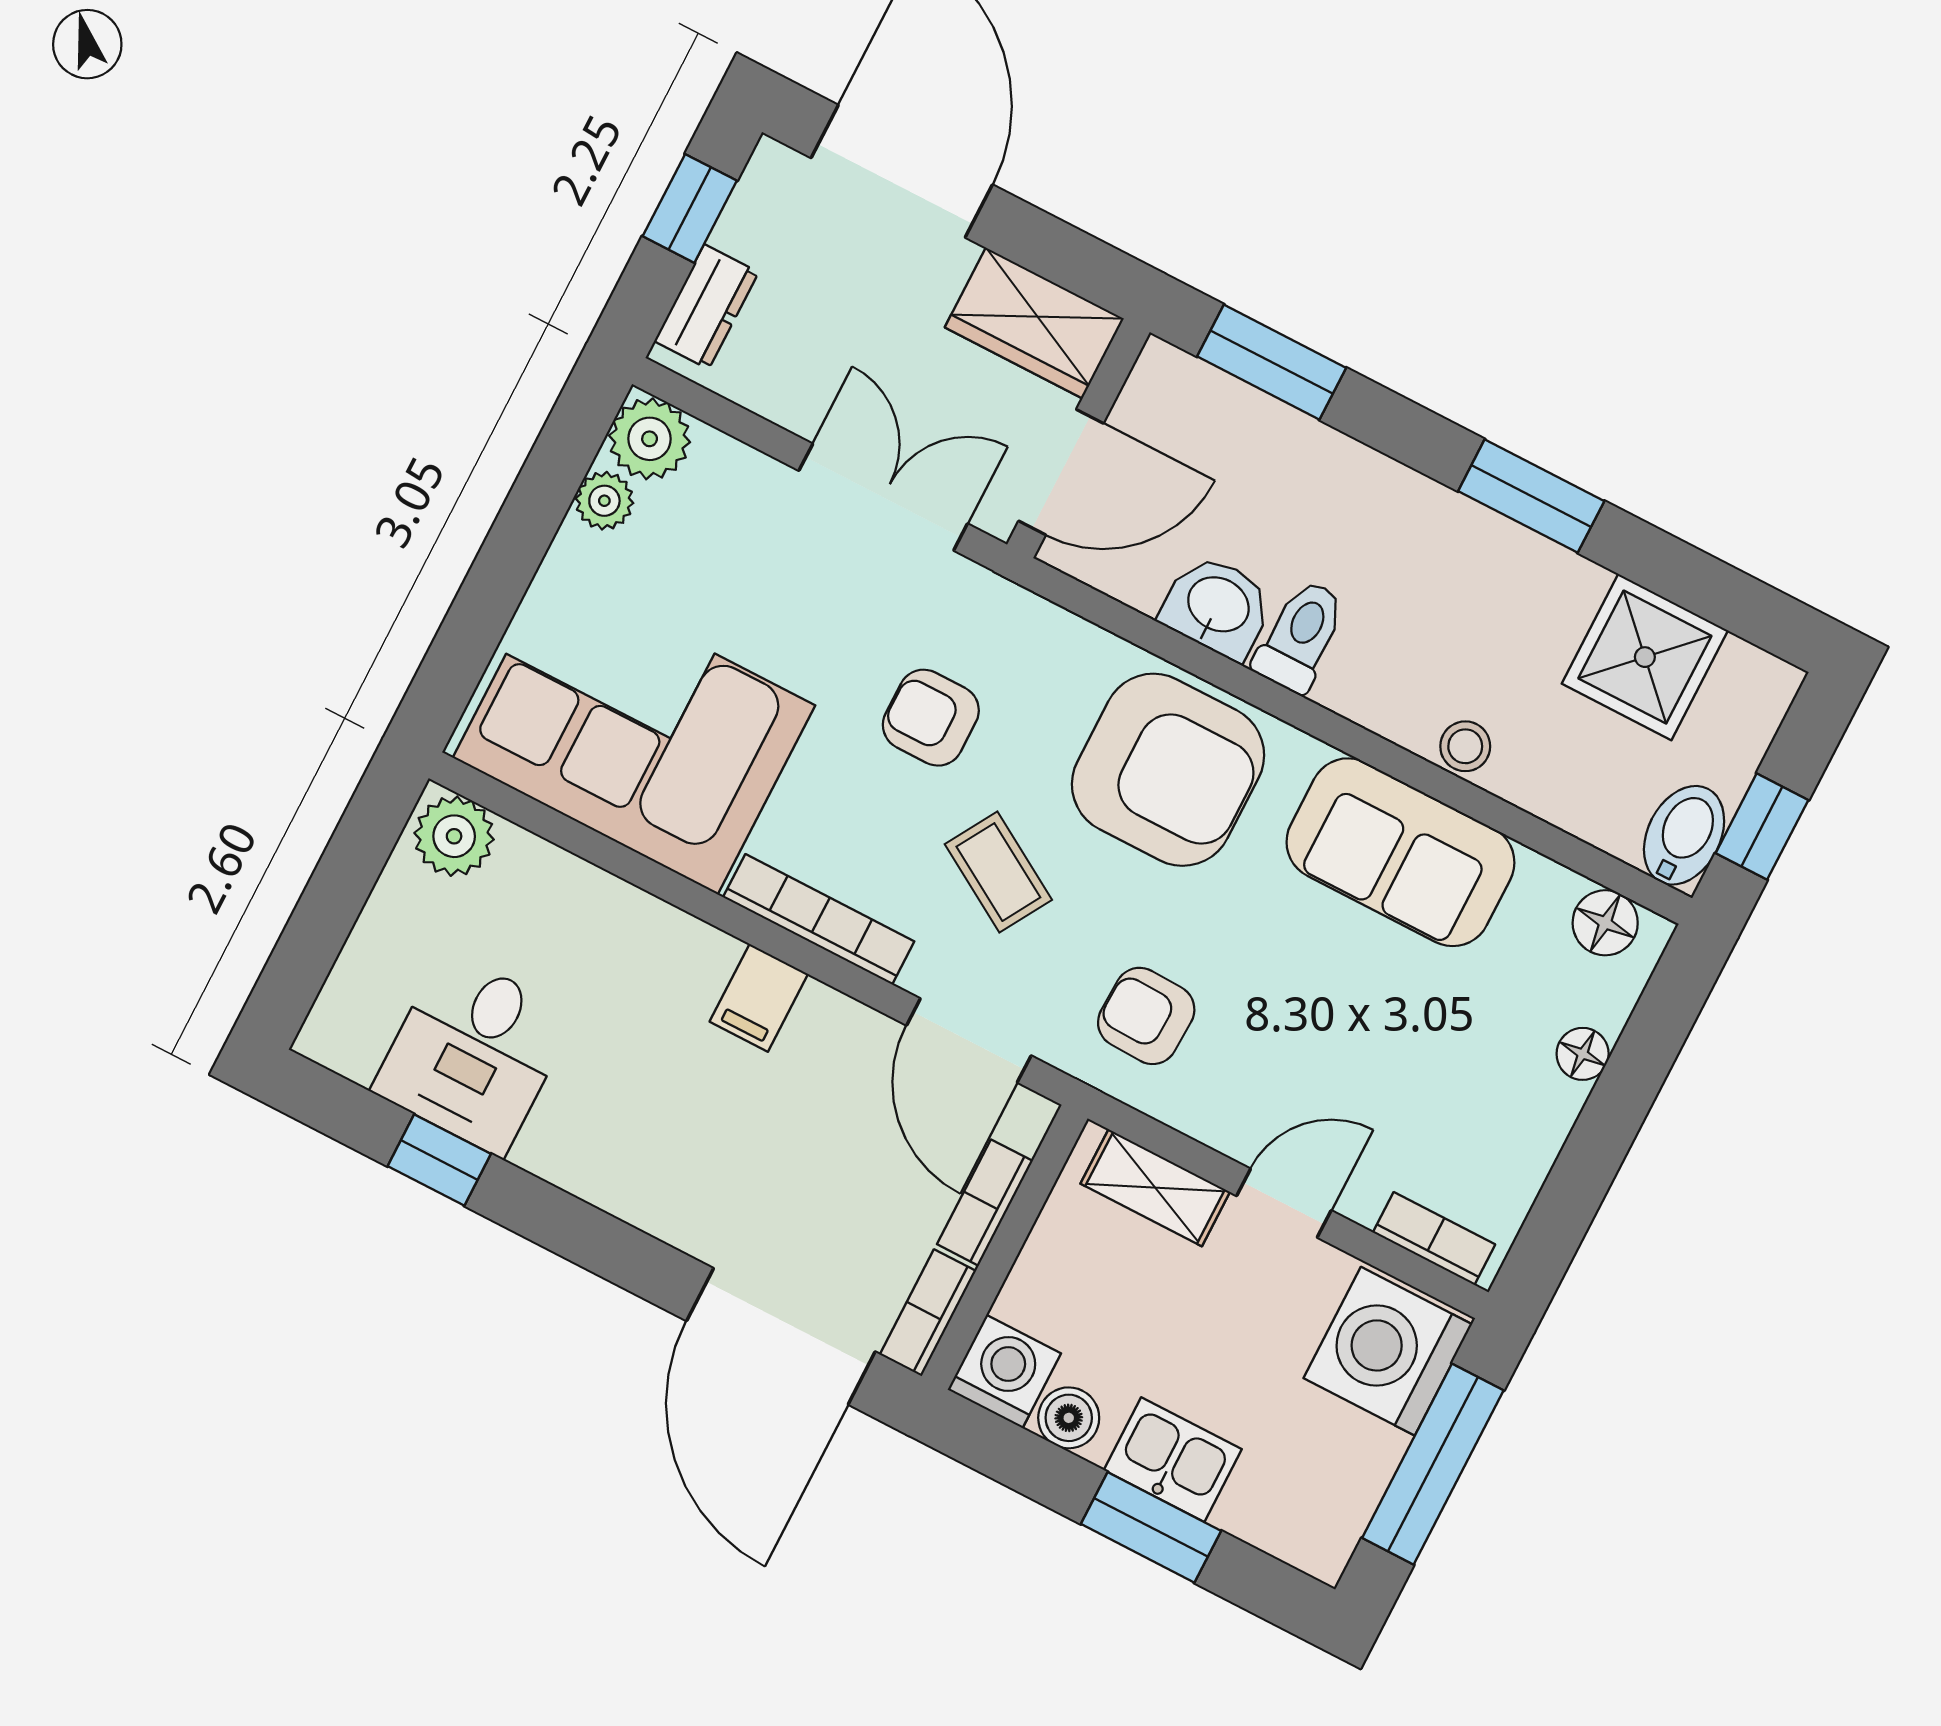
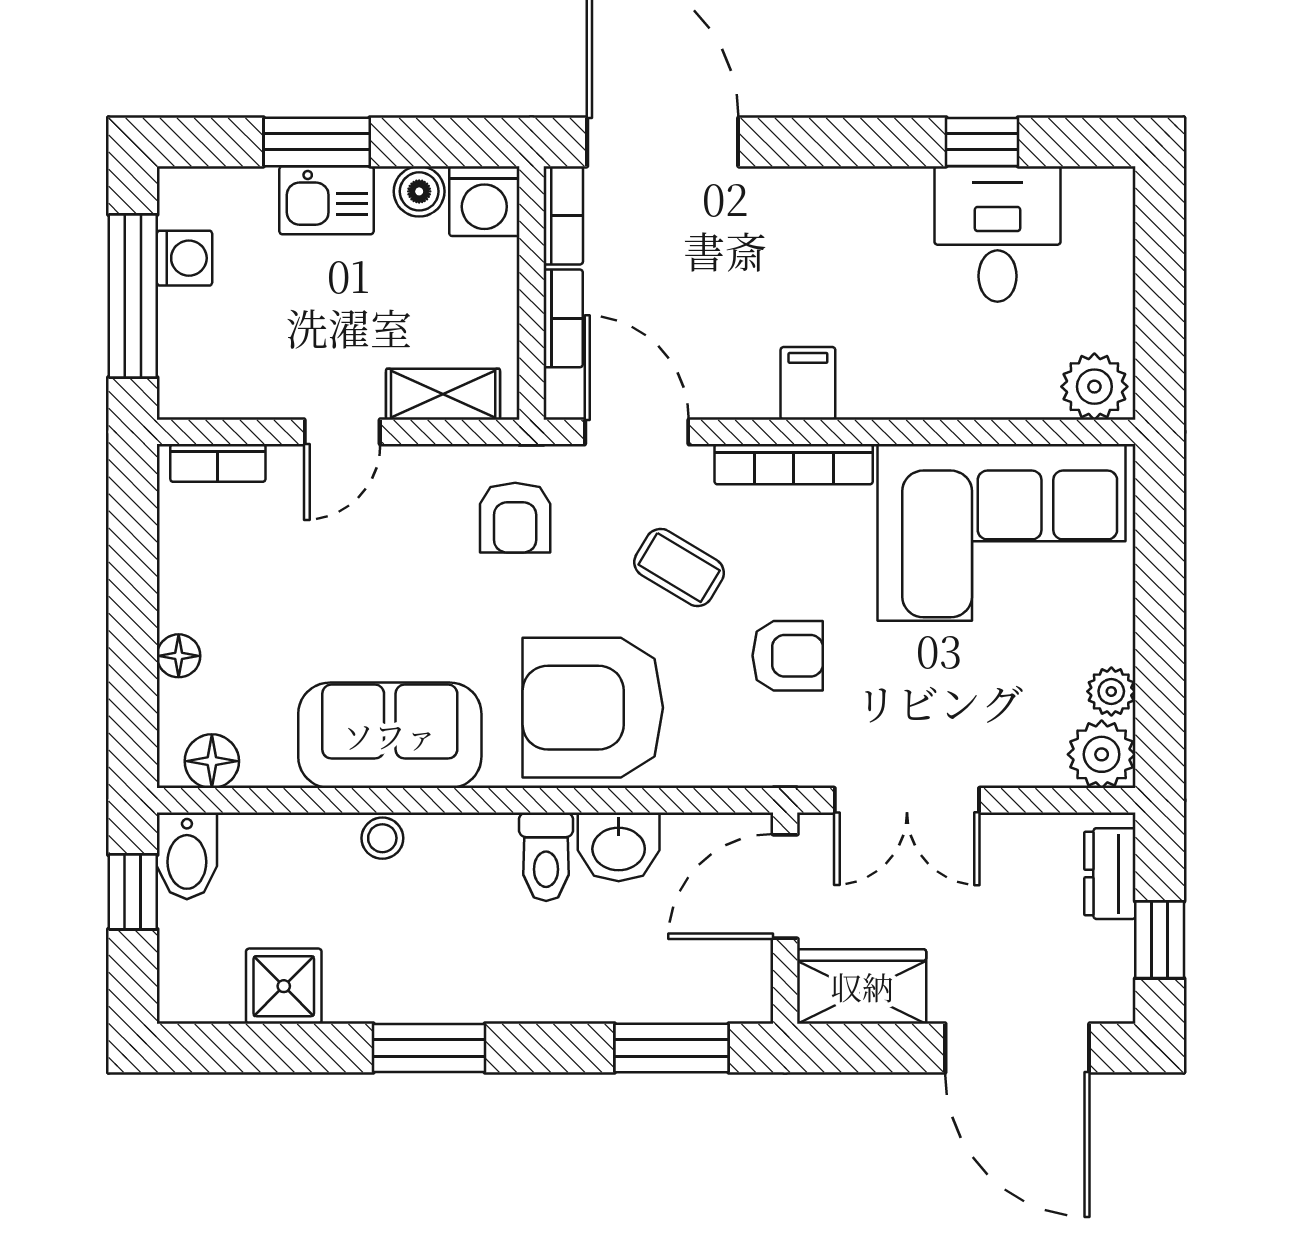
shower: (1645, 657) -> (284, 986), width x0.73, depth x0.73
armchair: (1146, 1016) -> (515, 518), turned 88
washing machine: (1388, 1351) -> (185, 258), moved, width x0.53, depth x0.53

